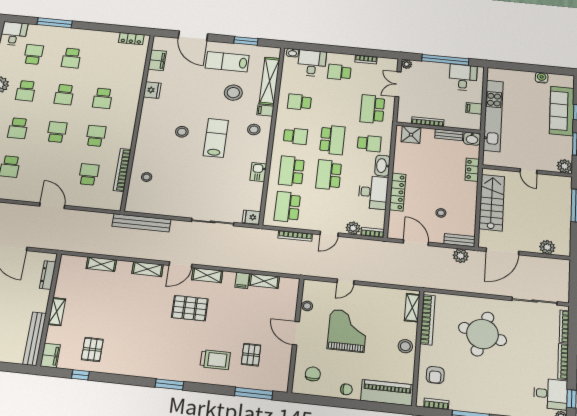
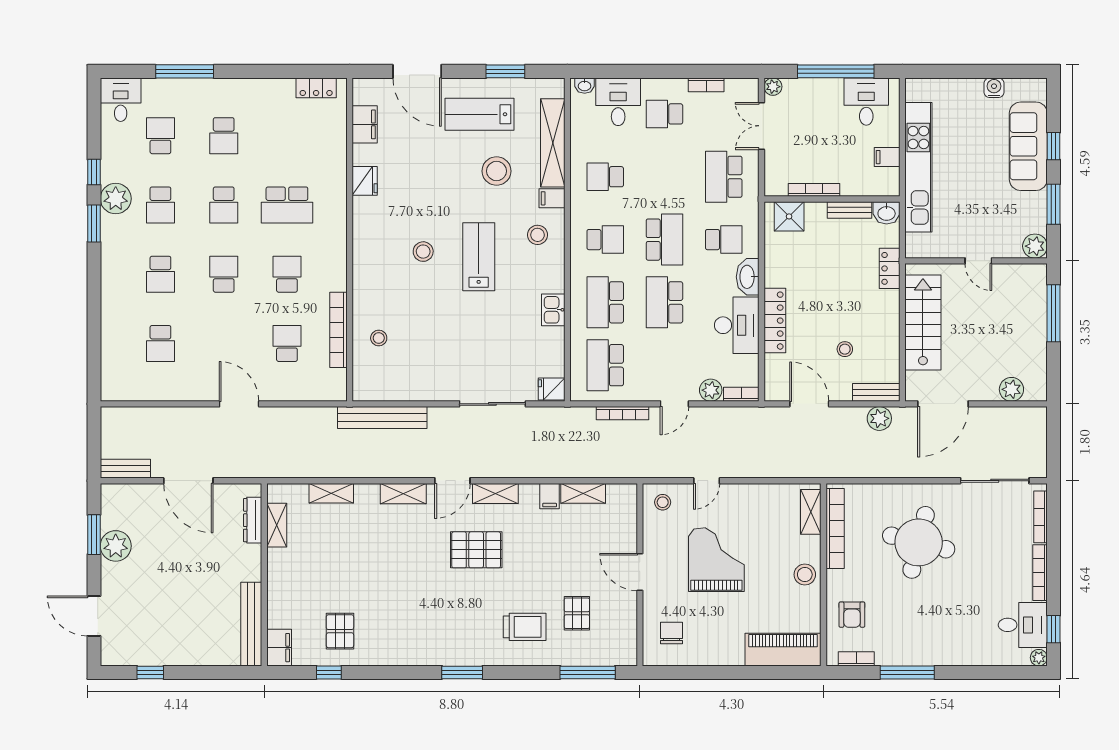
school desk: (103, 98) -> (287, 205), width x1.85
stool: (307, 306) -> (663, 502), moved
shelving: (57, 312) -> (277, 525), moved
chair: (346, 389) -> (723, 651), removed

